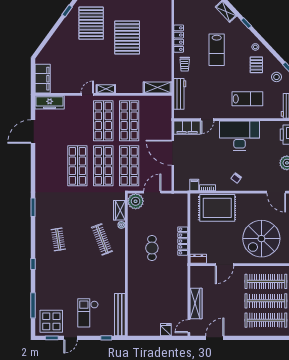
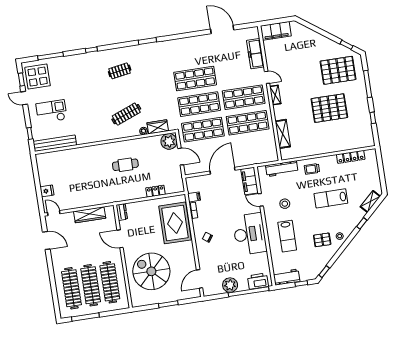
locker: (179, 39) -> (351, 157), moved
stool: (277, 77) -> (285, 204), moved
shelving: (157, 88) -> (283, 134), moved
freezer: (50, 102) -> (255, 54), moved
locker: (183, 241) -> (155, 191), moved, width x0.66
wardrobe: (196, 303) -> (90, 215), moved

